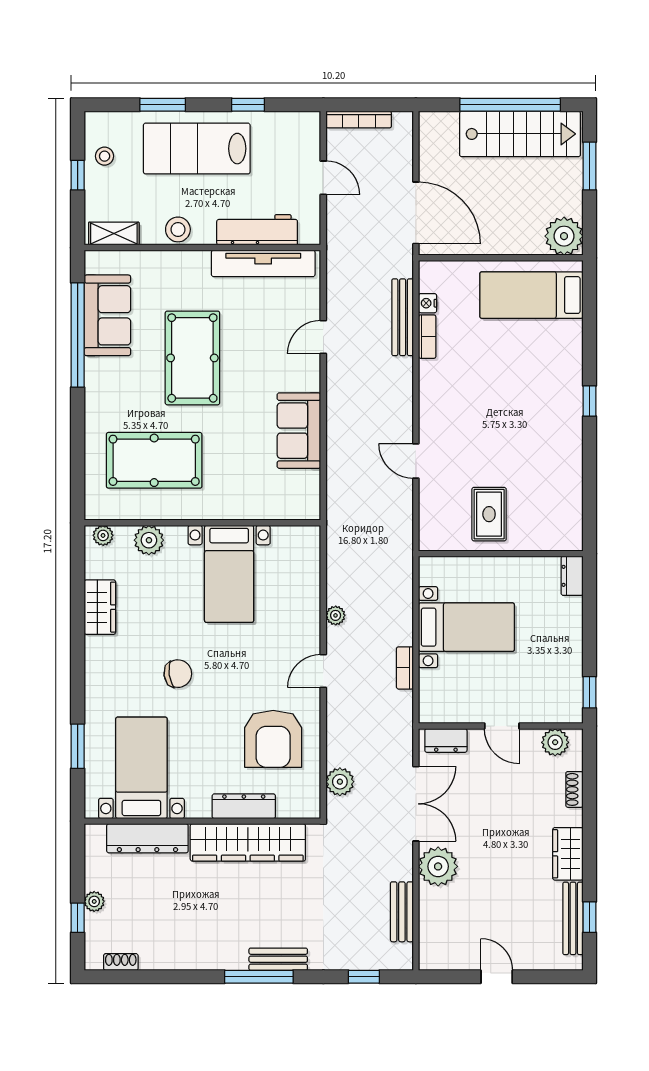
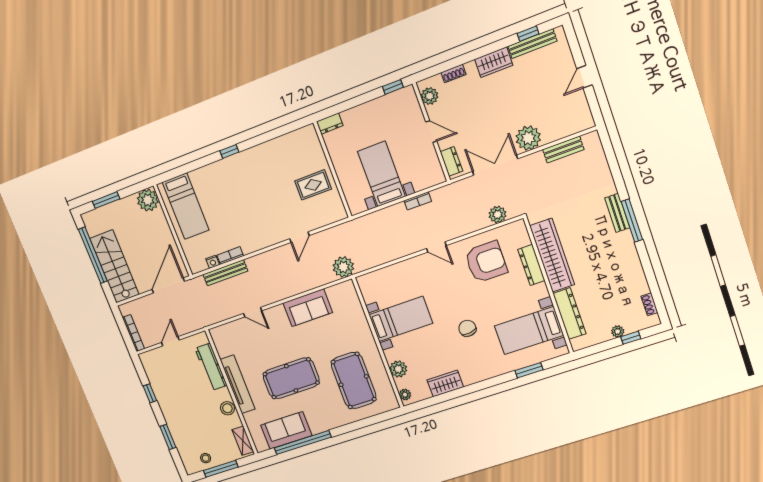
stairs: (520, 134) -> (114, 267), moved
lab bench: (197, 149) -> (183, 412), removed
window: (78, 175) -> (221, 469), width x2.17
tv unit: (263, 263) -> (238, 384), moved
plant: (336, 615) -> (343, 267), moved, width x1.87, depth x1.87
door: (502, 726) -> (431, 132), hinge flipped
window: (364, 977) -> (611, 158), removed

